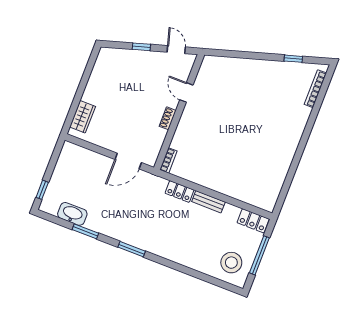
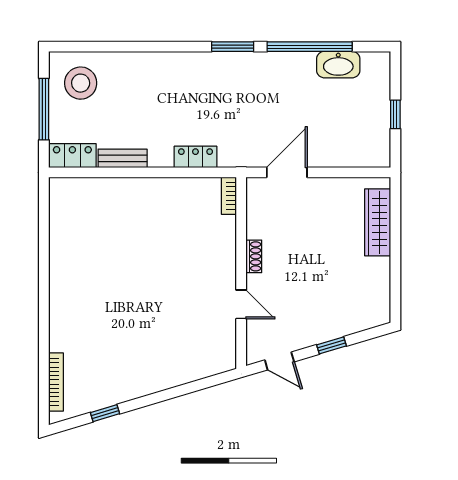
wardrobe: (83, 117) -> (378, 222), width x1.50
window: (42, 190) -> (395, 114), moved
bench: (208, 202) -> (123, 158), moved
window: (85, 231) -> (310, 47), width x2.11

